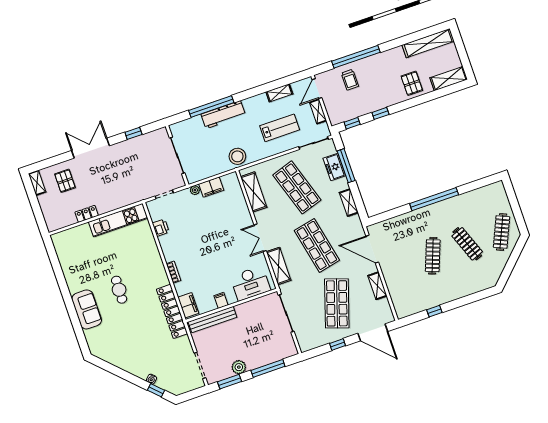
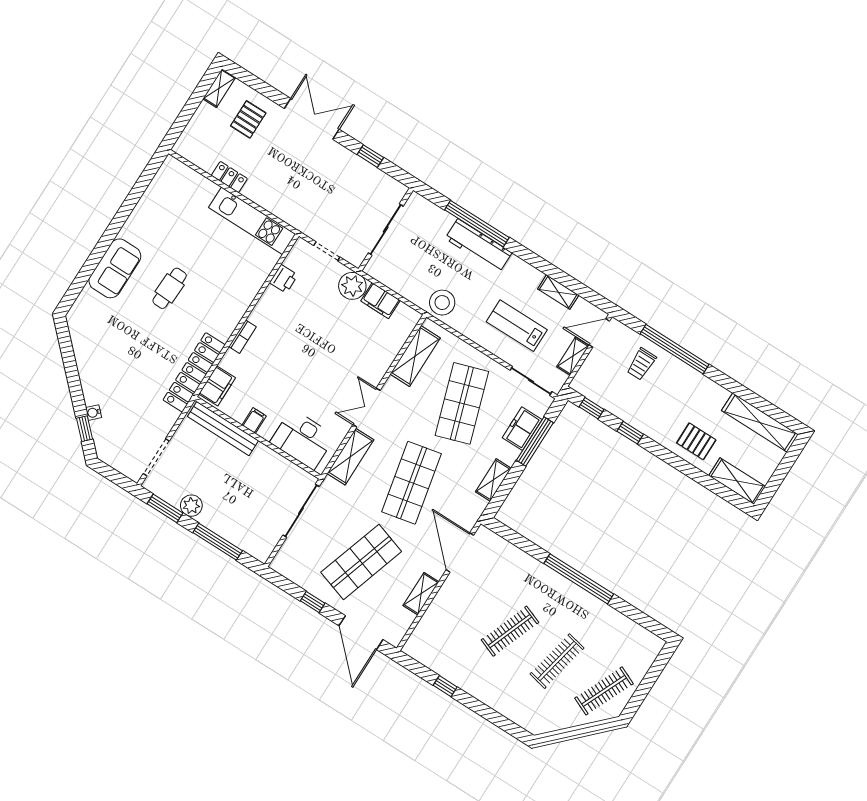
pallet: (412, 83) -> (696, 441), turned 90
lab bench: (280, 128) -> (517, 326), turned 180
plant: (195, 190) -> (352, 286), width x1.88, depth x1.88
clothes rail: (467, 244) -> (557, 661), turned 33

